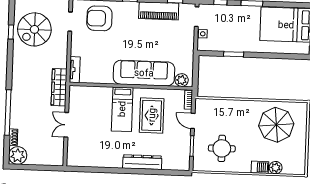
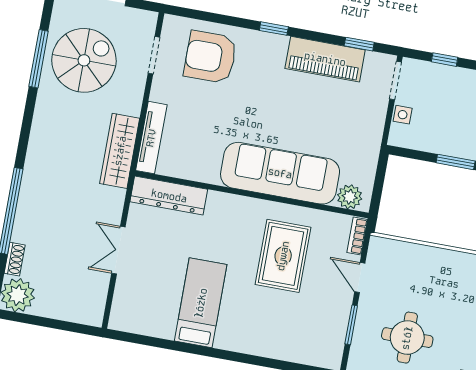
spiral stairs: (34, 29) -> (84, 60), turned 180
window: (11, 32) -> (39, 59), width x2.17
tv unit: (75, 70) -> (151, 138), width x1.41
wardrobe: (59, 87) -> (120, 151), moved
bed: (122, 109) -> (201, 303), moved, turned 180
dresser: (142, 162) -> (169, 196), moved, turned 180

